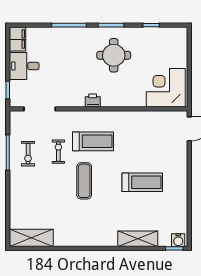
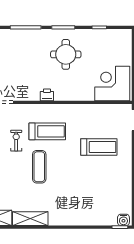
treadmill: (142, 182) -> (99, 147), moved
shelving: (138, 239) -> (30, 219), moved

